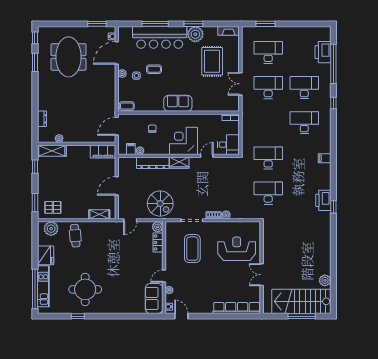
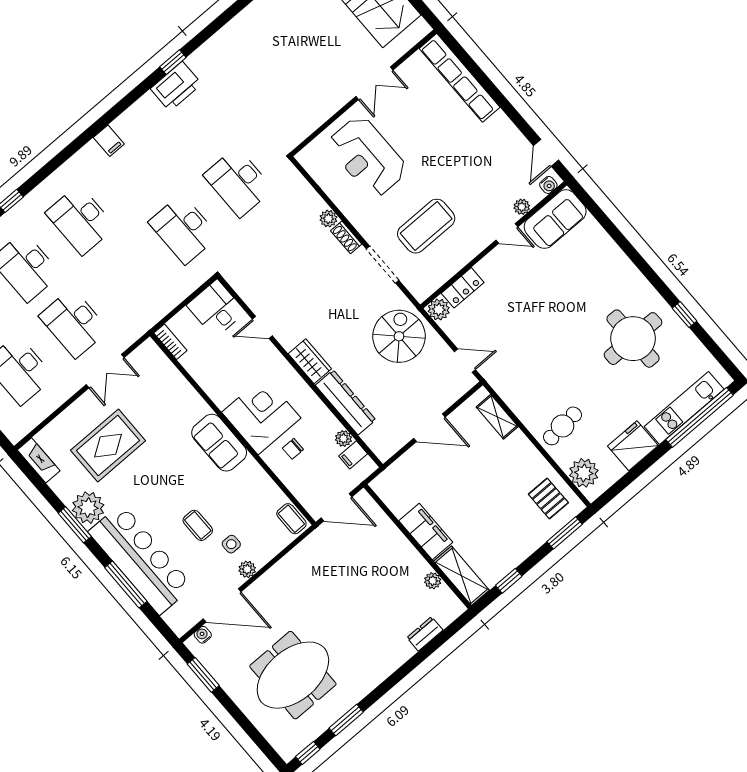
corner desk: (184, 141) -> (261, 415), moved, turned 180
filing cabinet: (103, 152) -> (426, 531), moved

